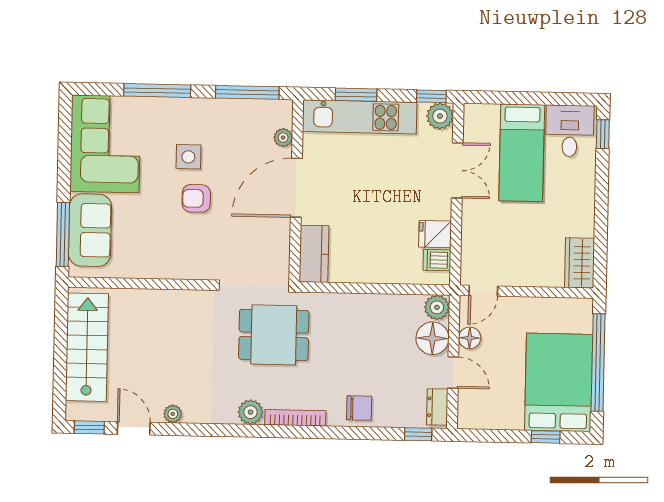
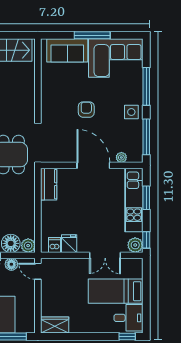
side table: (188, 157) -> (131, 112), moved
window: (63, 234) -> (92, 35), moved
kitchen counter: (314, 254) -> (49, 184), moved, turned -90

